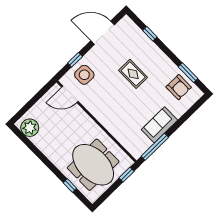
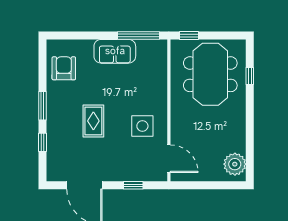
window: (188, 73) -> (42, 106), moved
side table: (84, 75) -> (142, 126), moved

